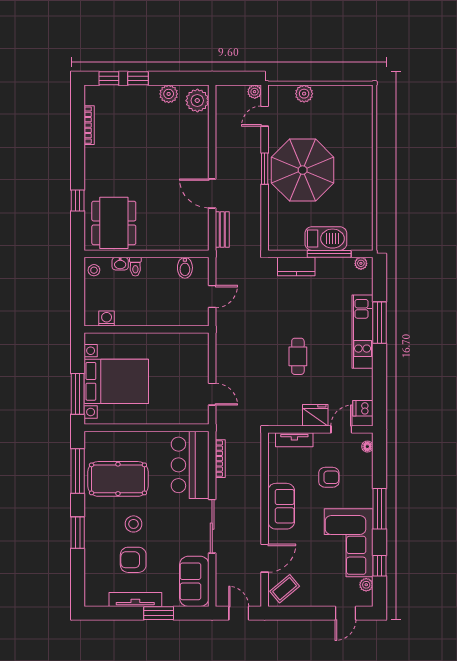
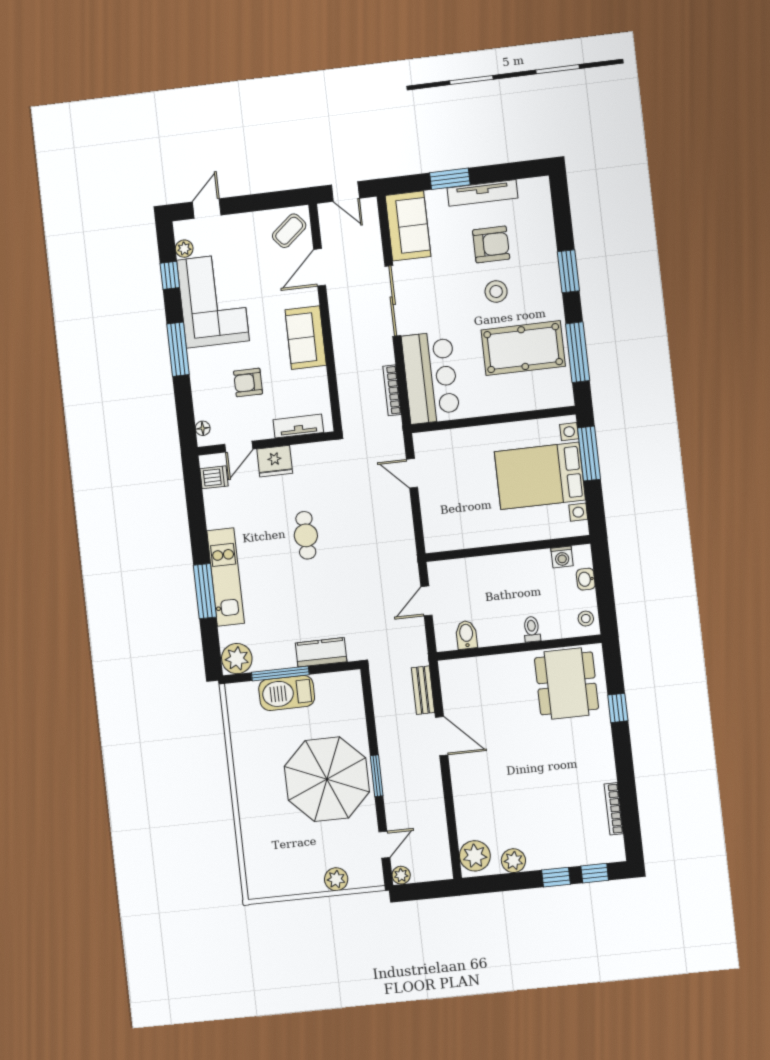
plant: (361, 263) -> (237, 659), width x1.88, depth x1.88
washbasin: (120, 264) -> (586, 579), moved, turned -90

